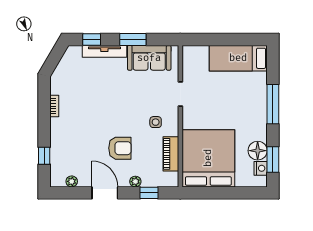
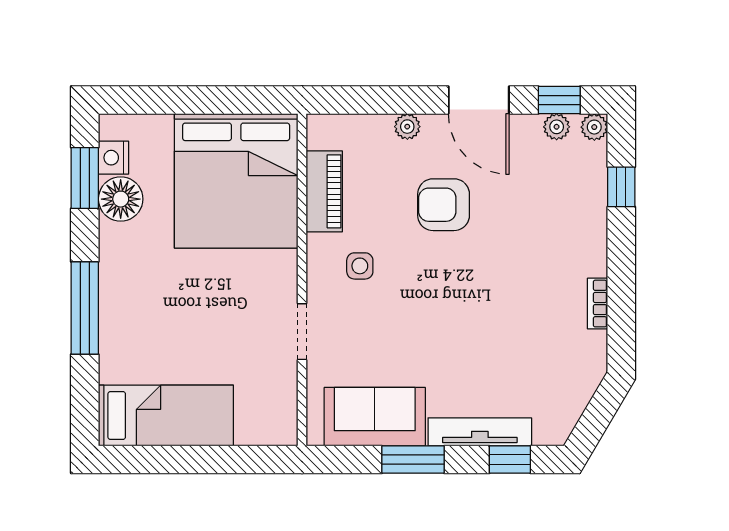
plant: (56, 181) -> (594, 127), added
window: (149, 193) -> (559, 100), moved

